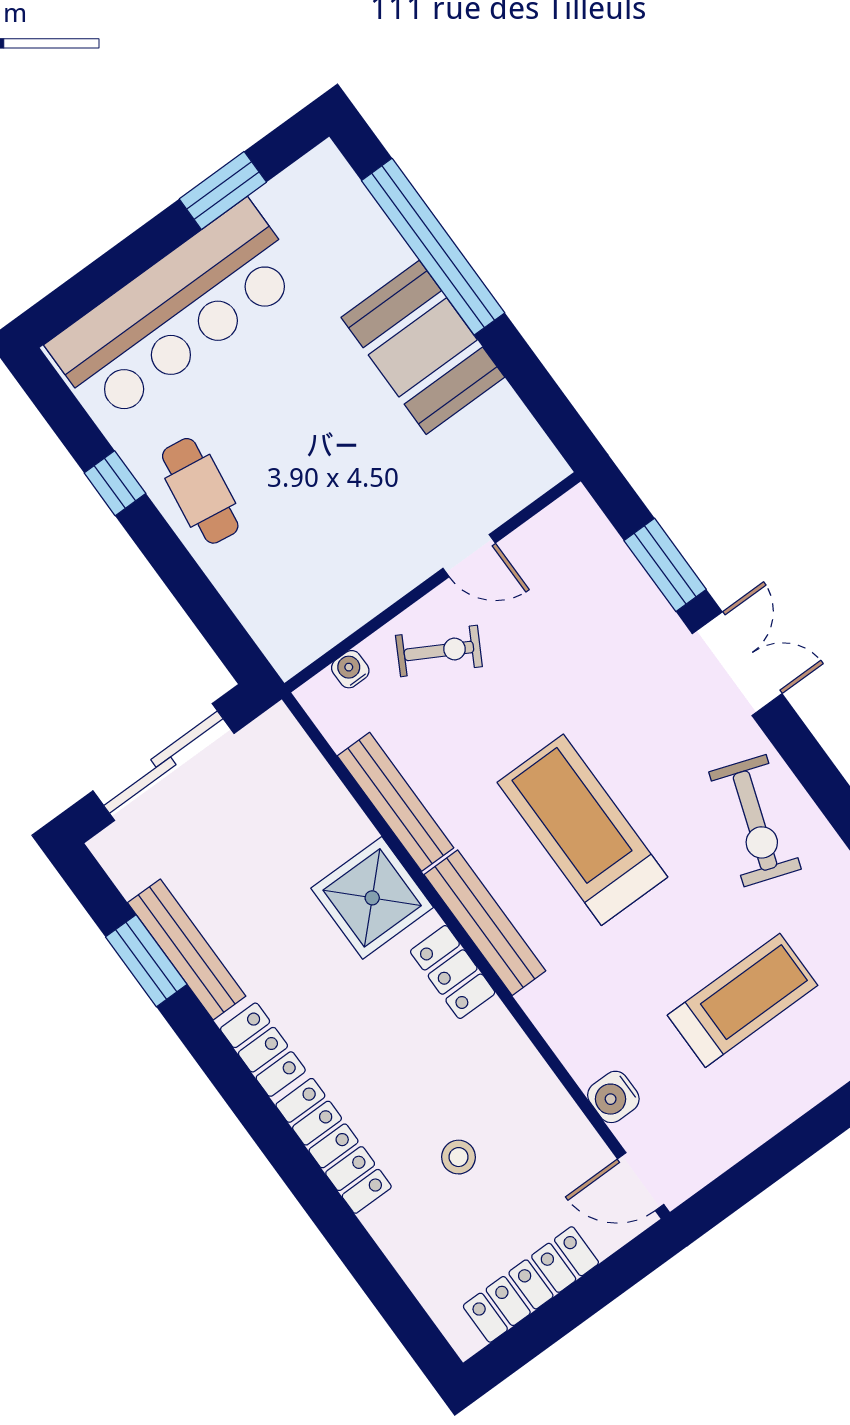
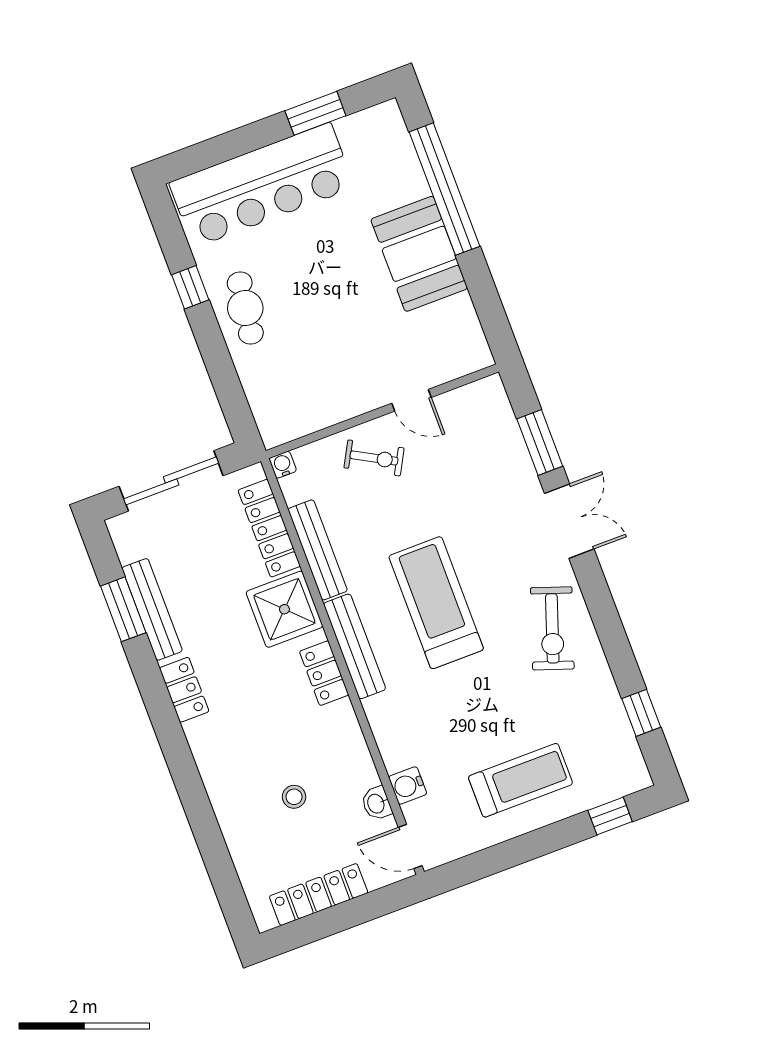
water cooler: (350, 669) -> (283, 465), moved
treadmill: (743, 1000) -> (520, 780), moved
washbasin: (577, 1134) -> (377, 803), added
locker: (334, 1146) -> (269, 528), moved, turned 180

